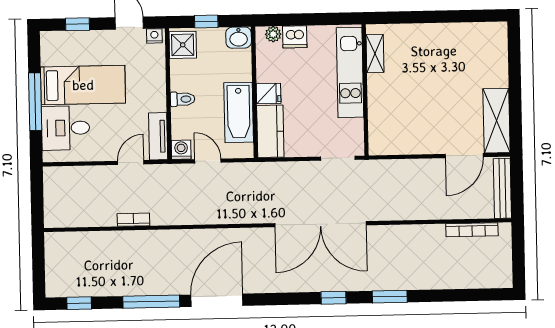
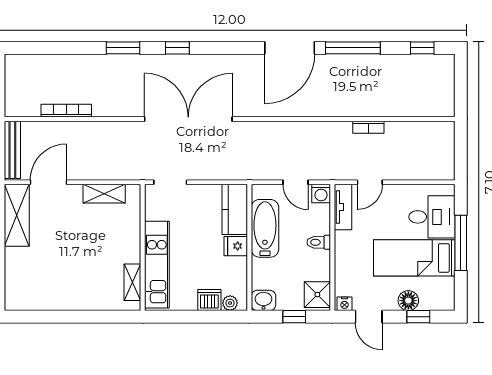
floor lamp: (88, 41) -> (408, 301), added
shelving: (406, 145) -> (104, 194), added
bookcase: (472, 230) -> (66, 111), moved

